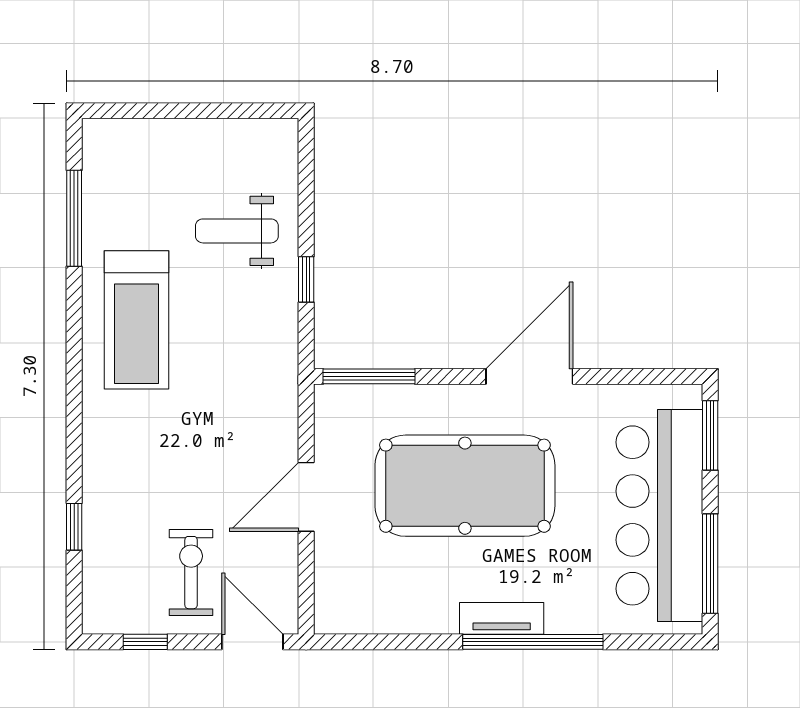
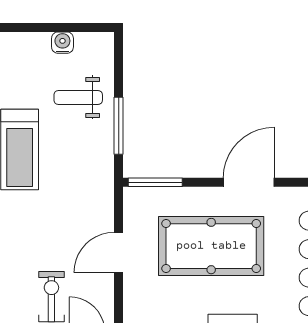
water cooler: (210, 137) -> (62, 43), added
window: (306, 279) -> (119, 126), width x2.17

